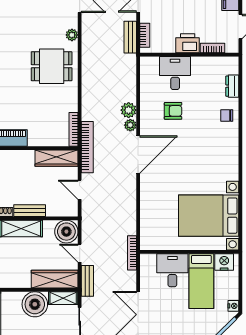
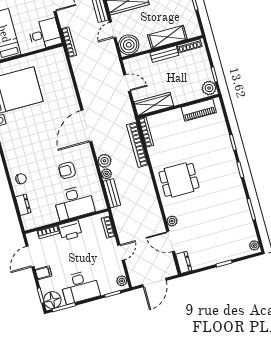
plant: (72, 35) -> (172, 221), moved
bench: (130, 37) -> (112, 193), moved
desk: (175, 73) -> (74, 203), width x1.37
plant: (130, 125) -> (106, 174), moved
bookcase: (87, 147) -> (137, 145), moved
door: (80, 253) -> (113, 30), swing flipped
desk: (172, 270) -> (45, 34), moved, turned -90

